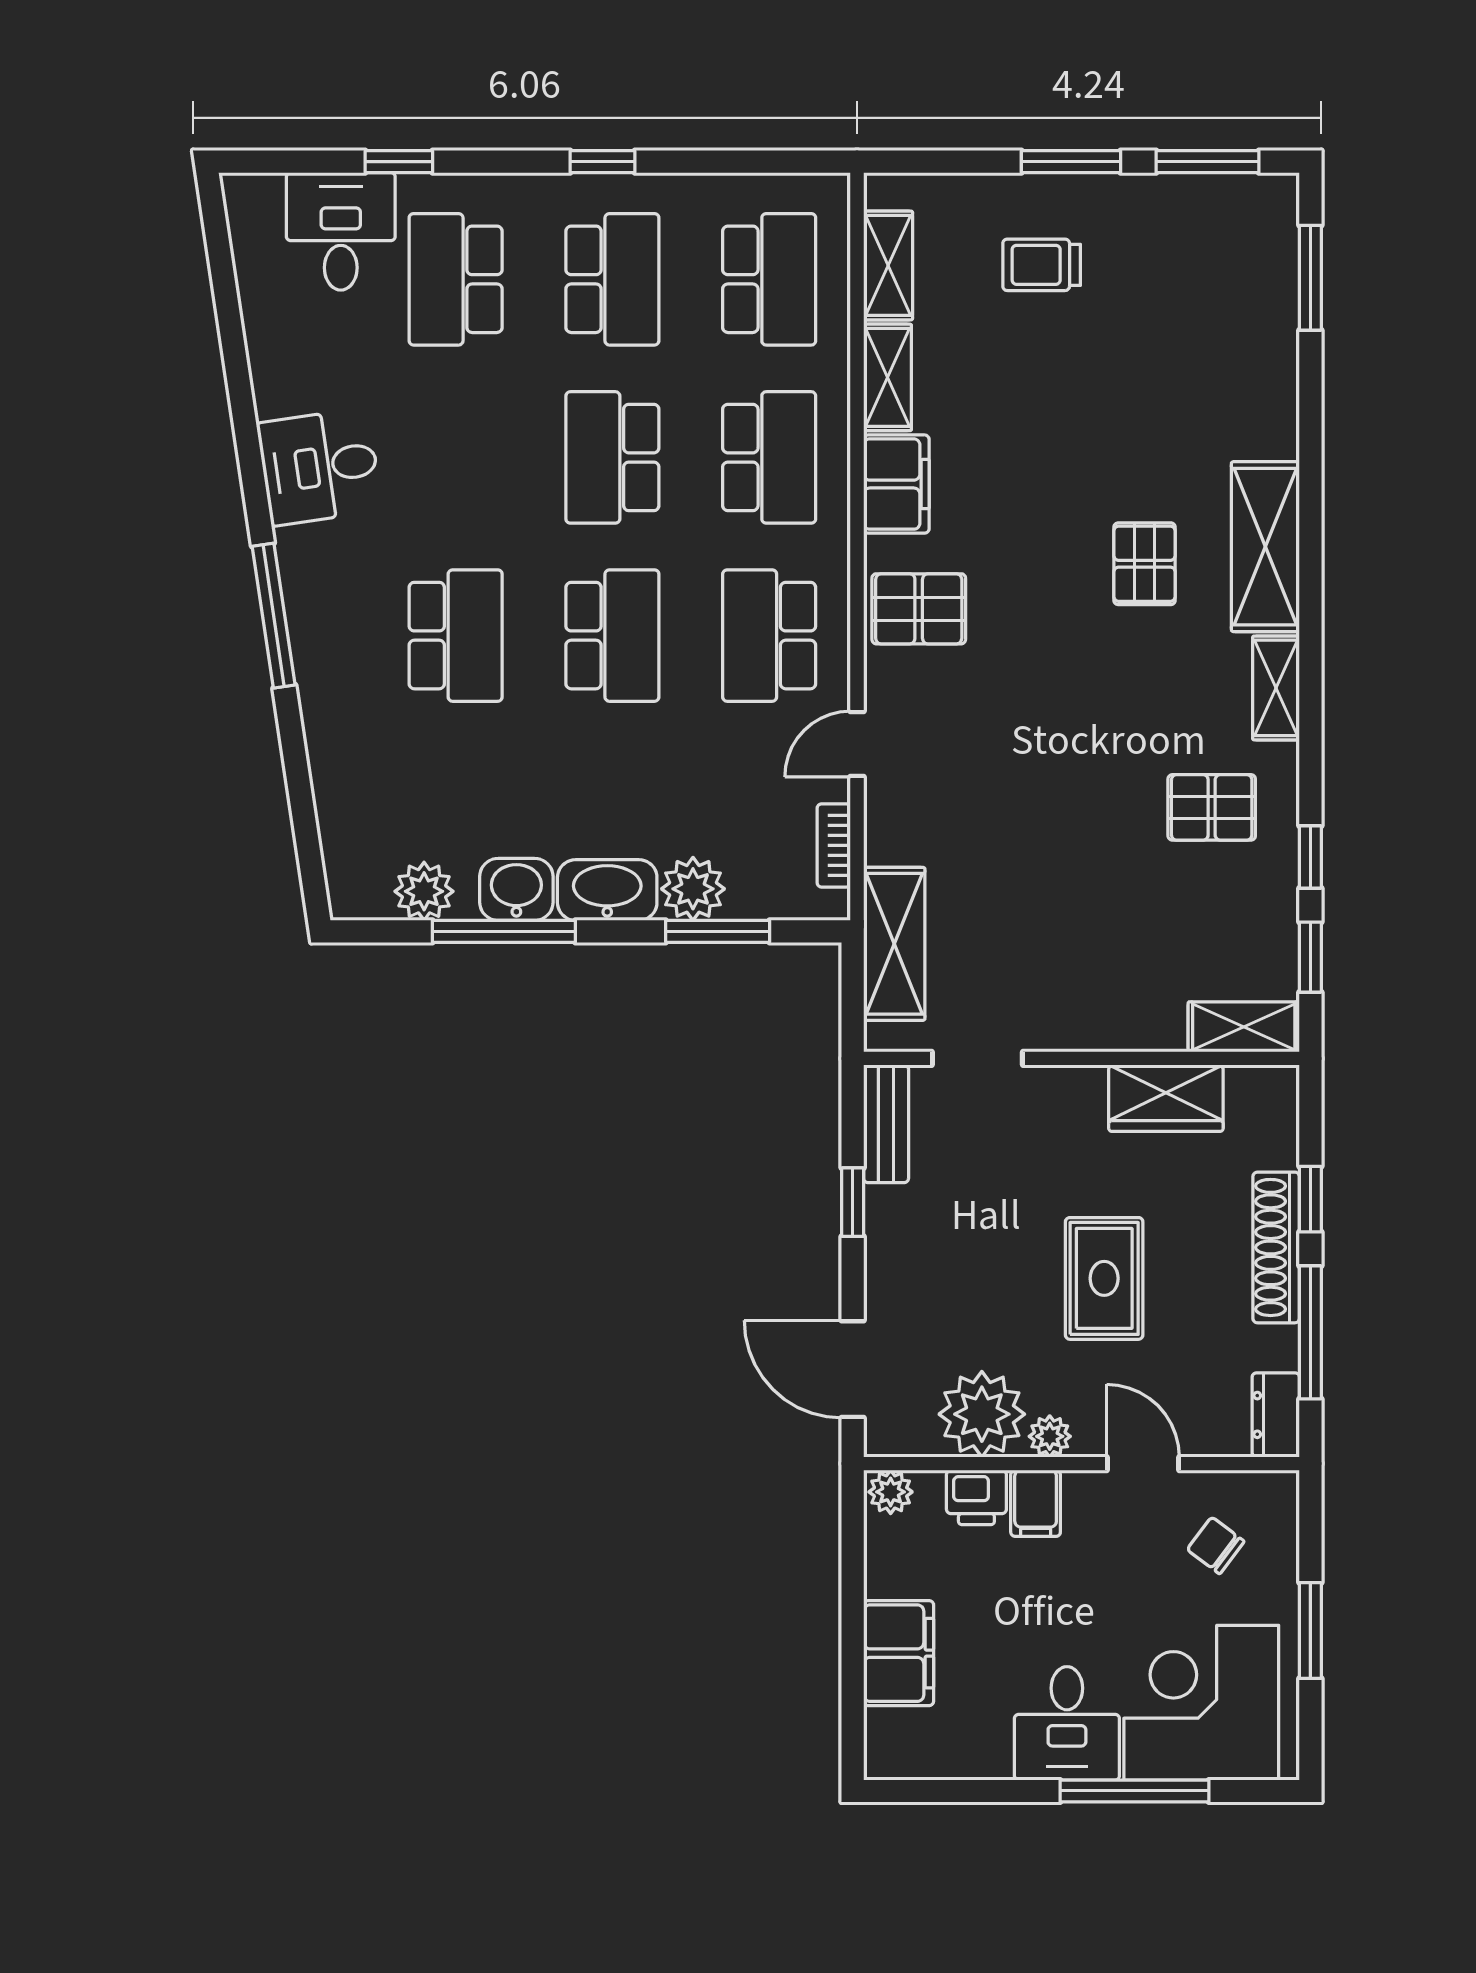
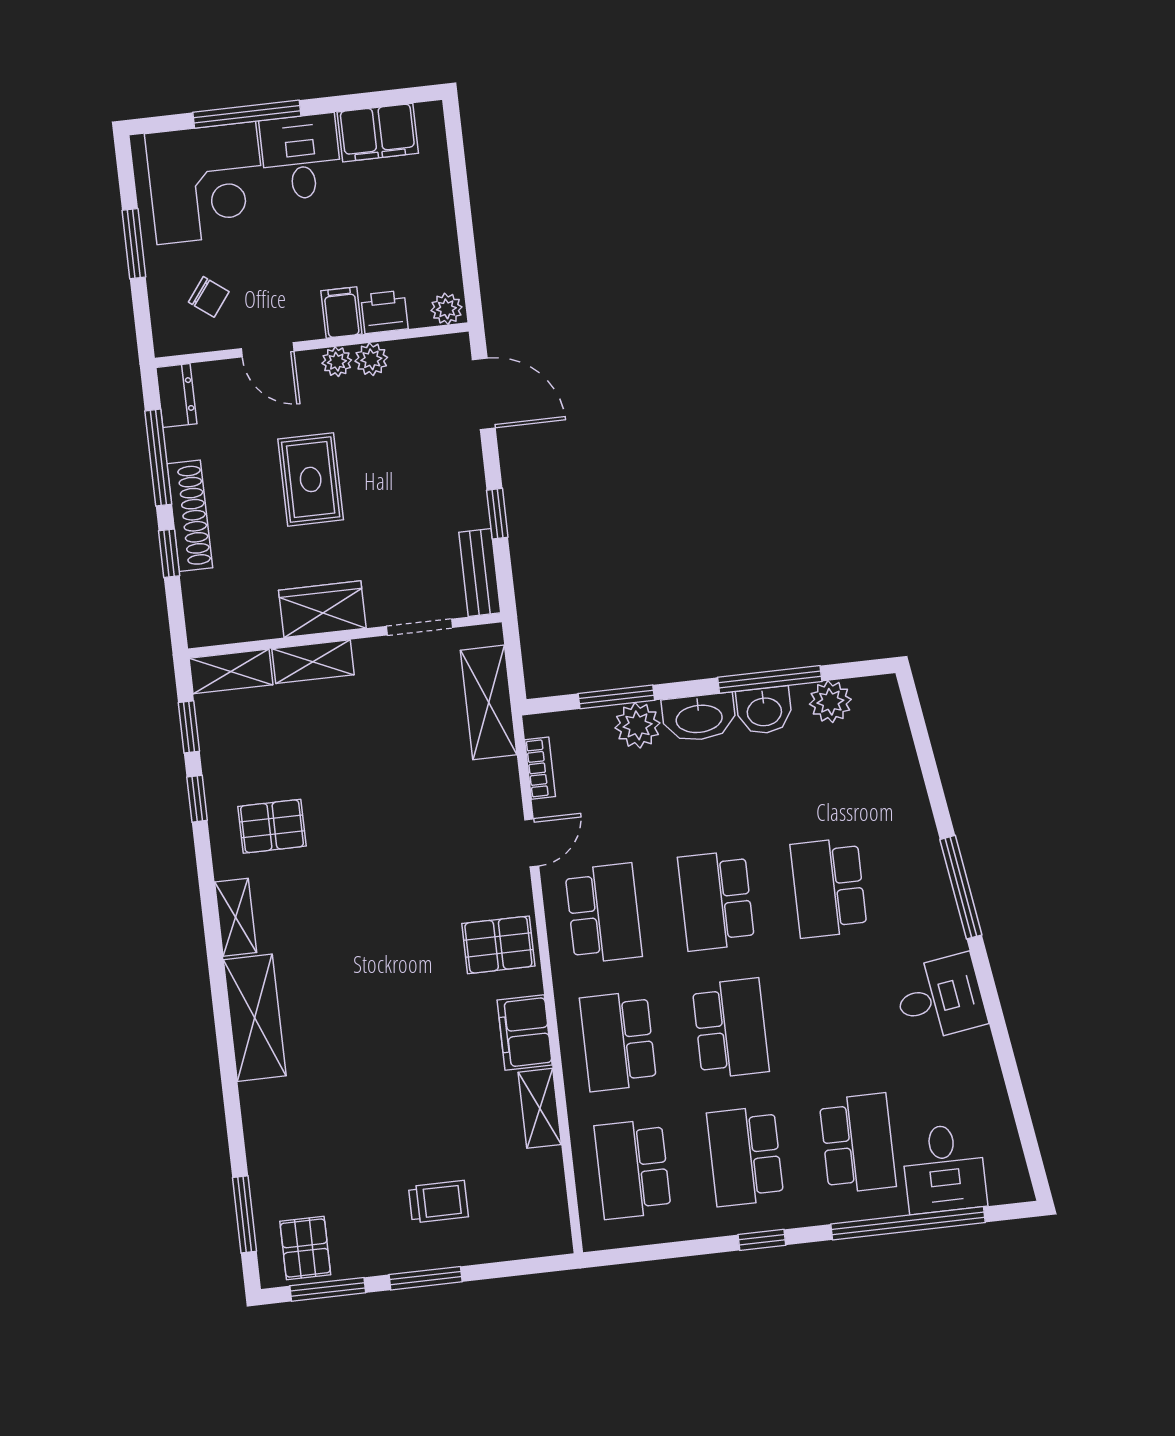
window: (399, 162) -> (908, 1223), width x3.17
shelving: (888, 265) -> (313, 662), moved, turned 90
pallet: (1145, 564) -> (305, 1248), moved
wardrobe: (1166, 1098) -> (322, 609), moved
plant: (982, 1414) -> (371, 359), width x0.53, depth x0.53
filing cabinet: (899, 1653) -> (378, 133), moved, turned -90

